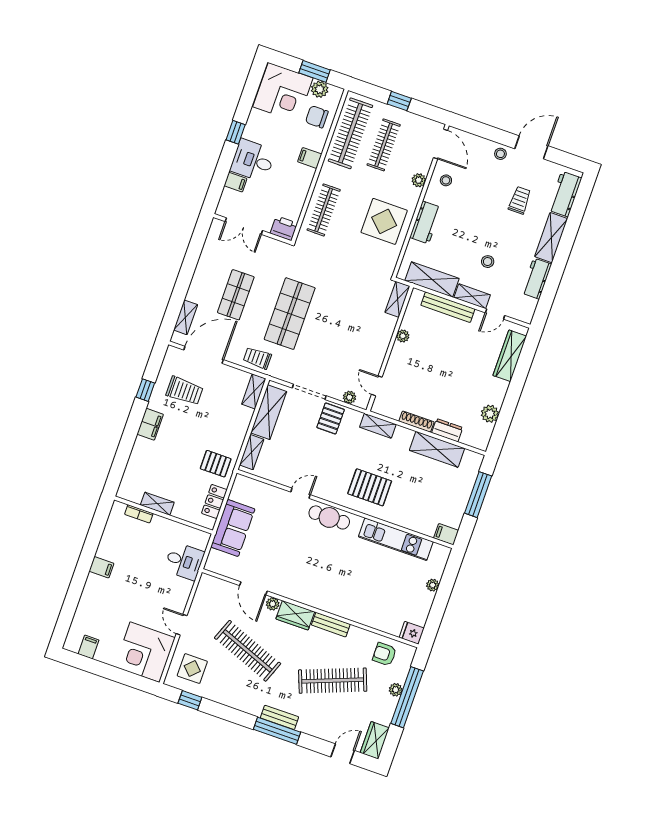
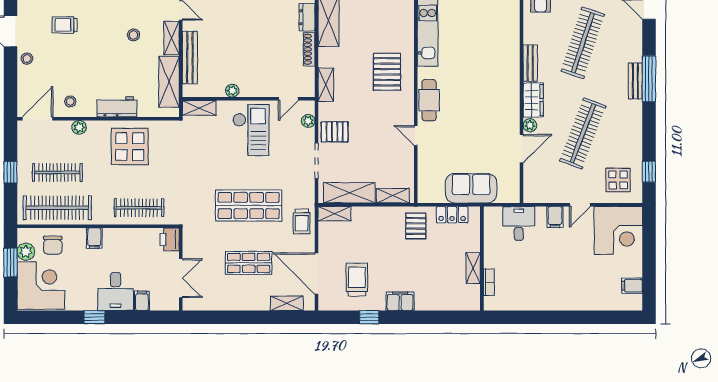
checkout: (360, 340) -> (251, 130), added
filing cabinet: (101, 567) -> (555, 217), moved, turned 180
clothes rail: (333, 681) -> (583, 43), turned 39

